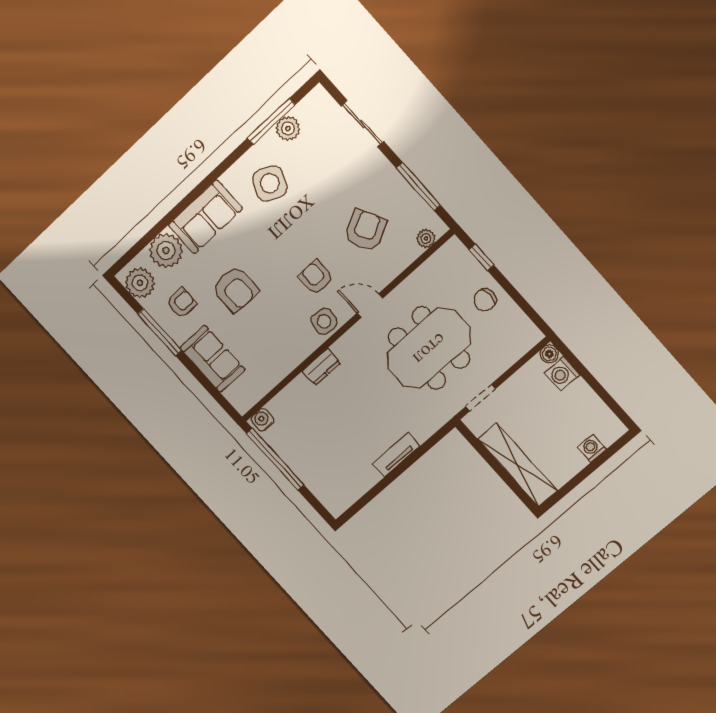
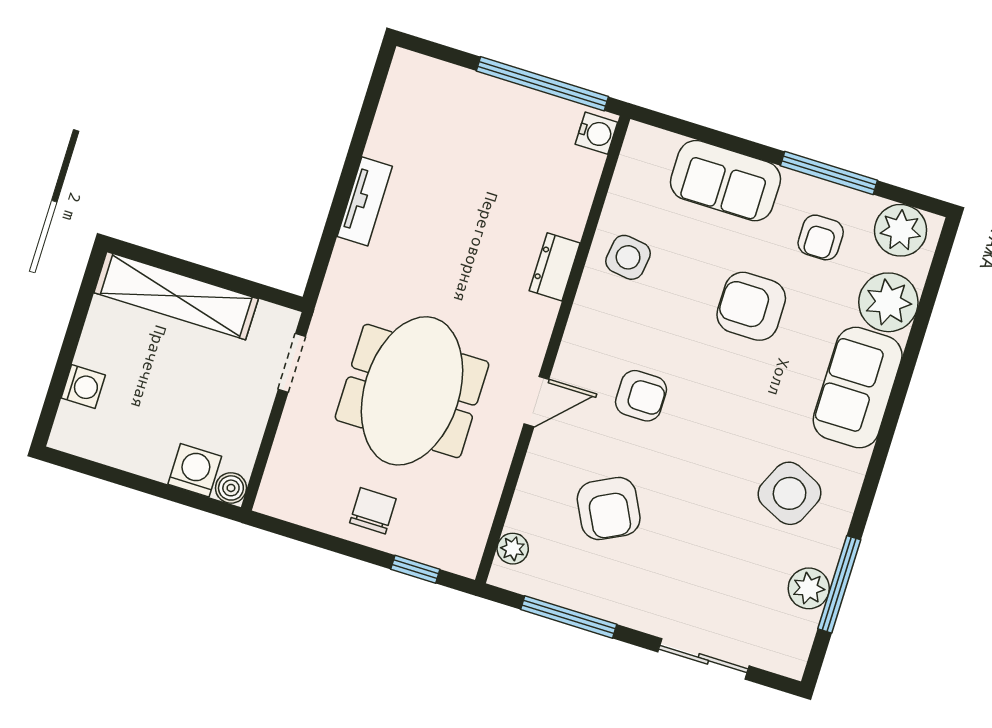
side table: (324, 321) -> (628, 257), moved

